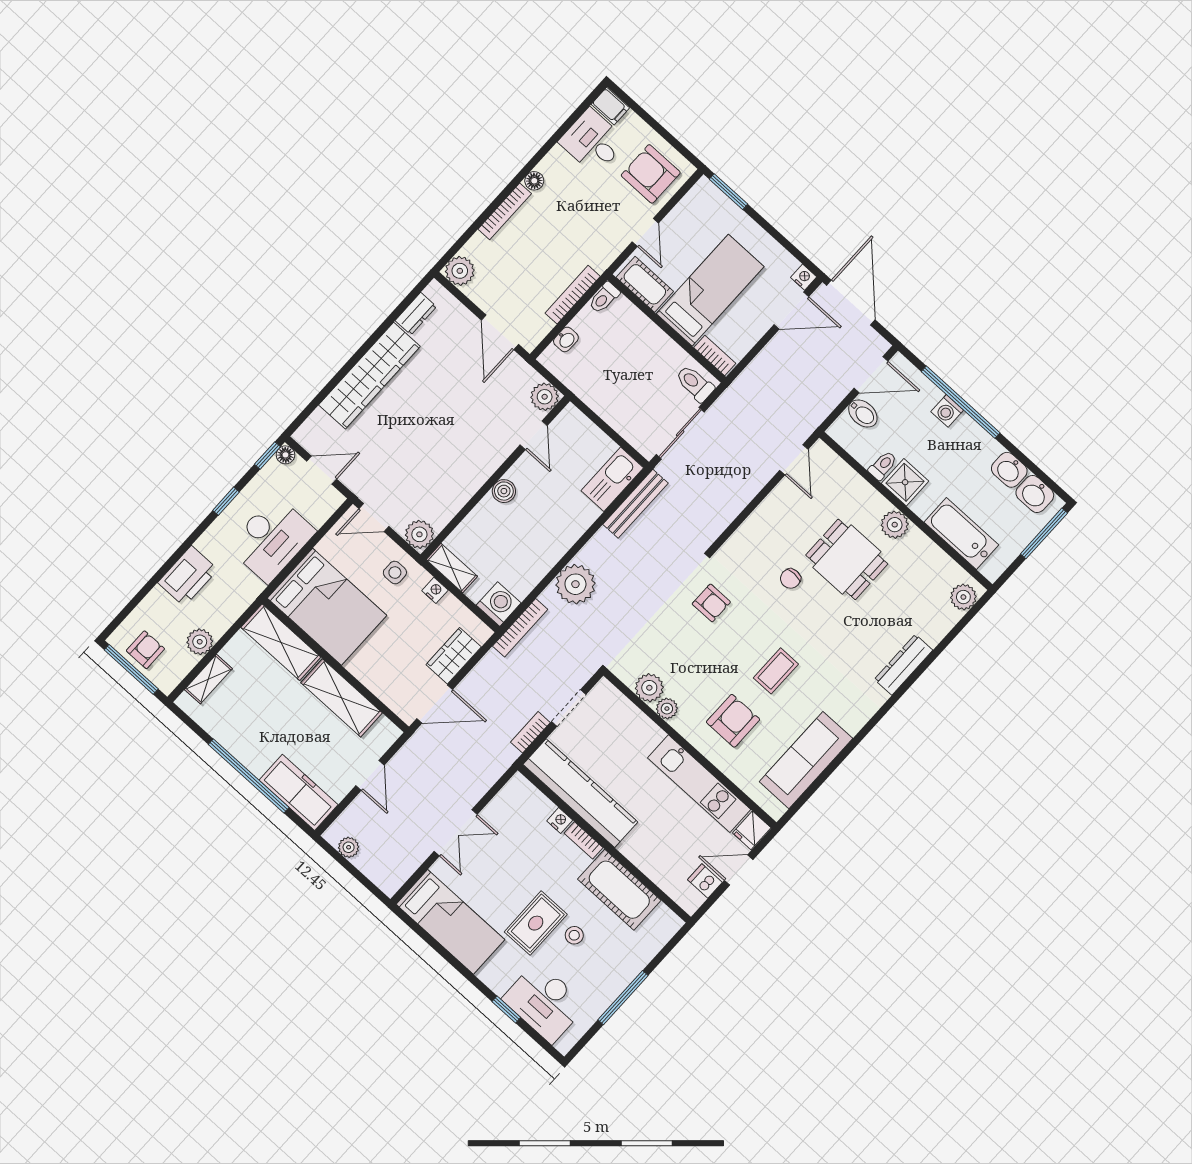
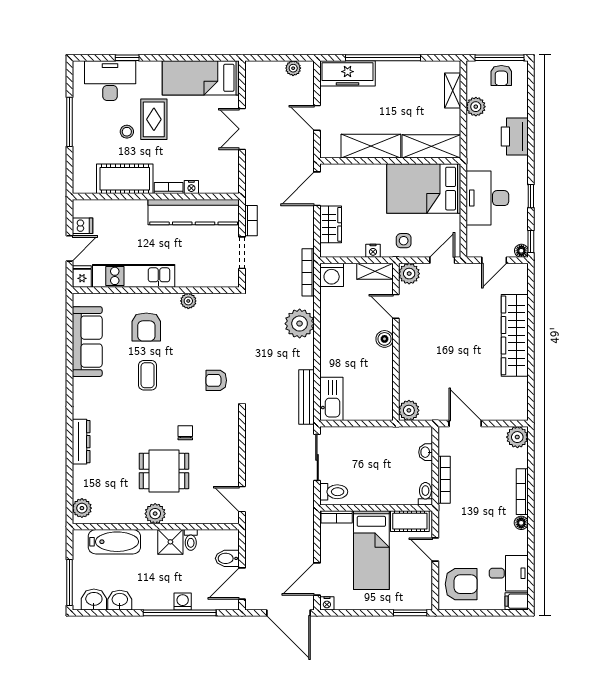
dresser: (416, 314) -> (520, 392), removed
door: (534, 435) -> (396, 306), moved
plant: (649, 688) -> (208, 304), removed

